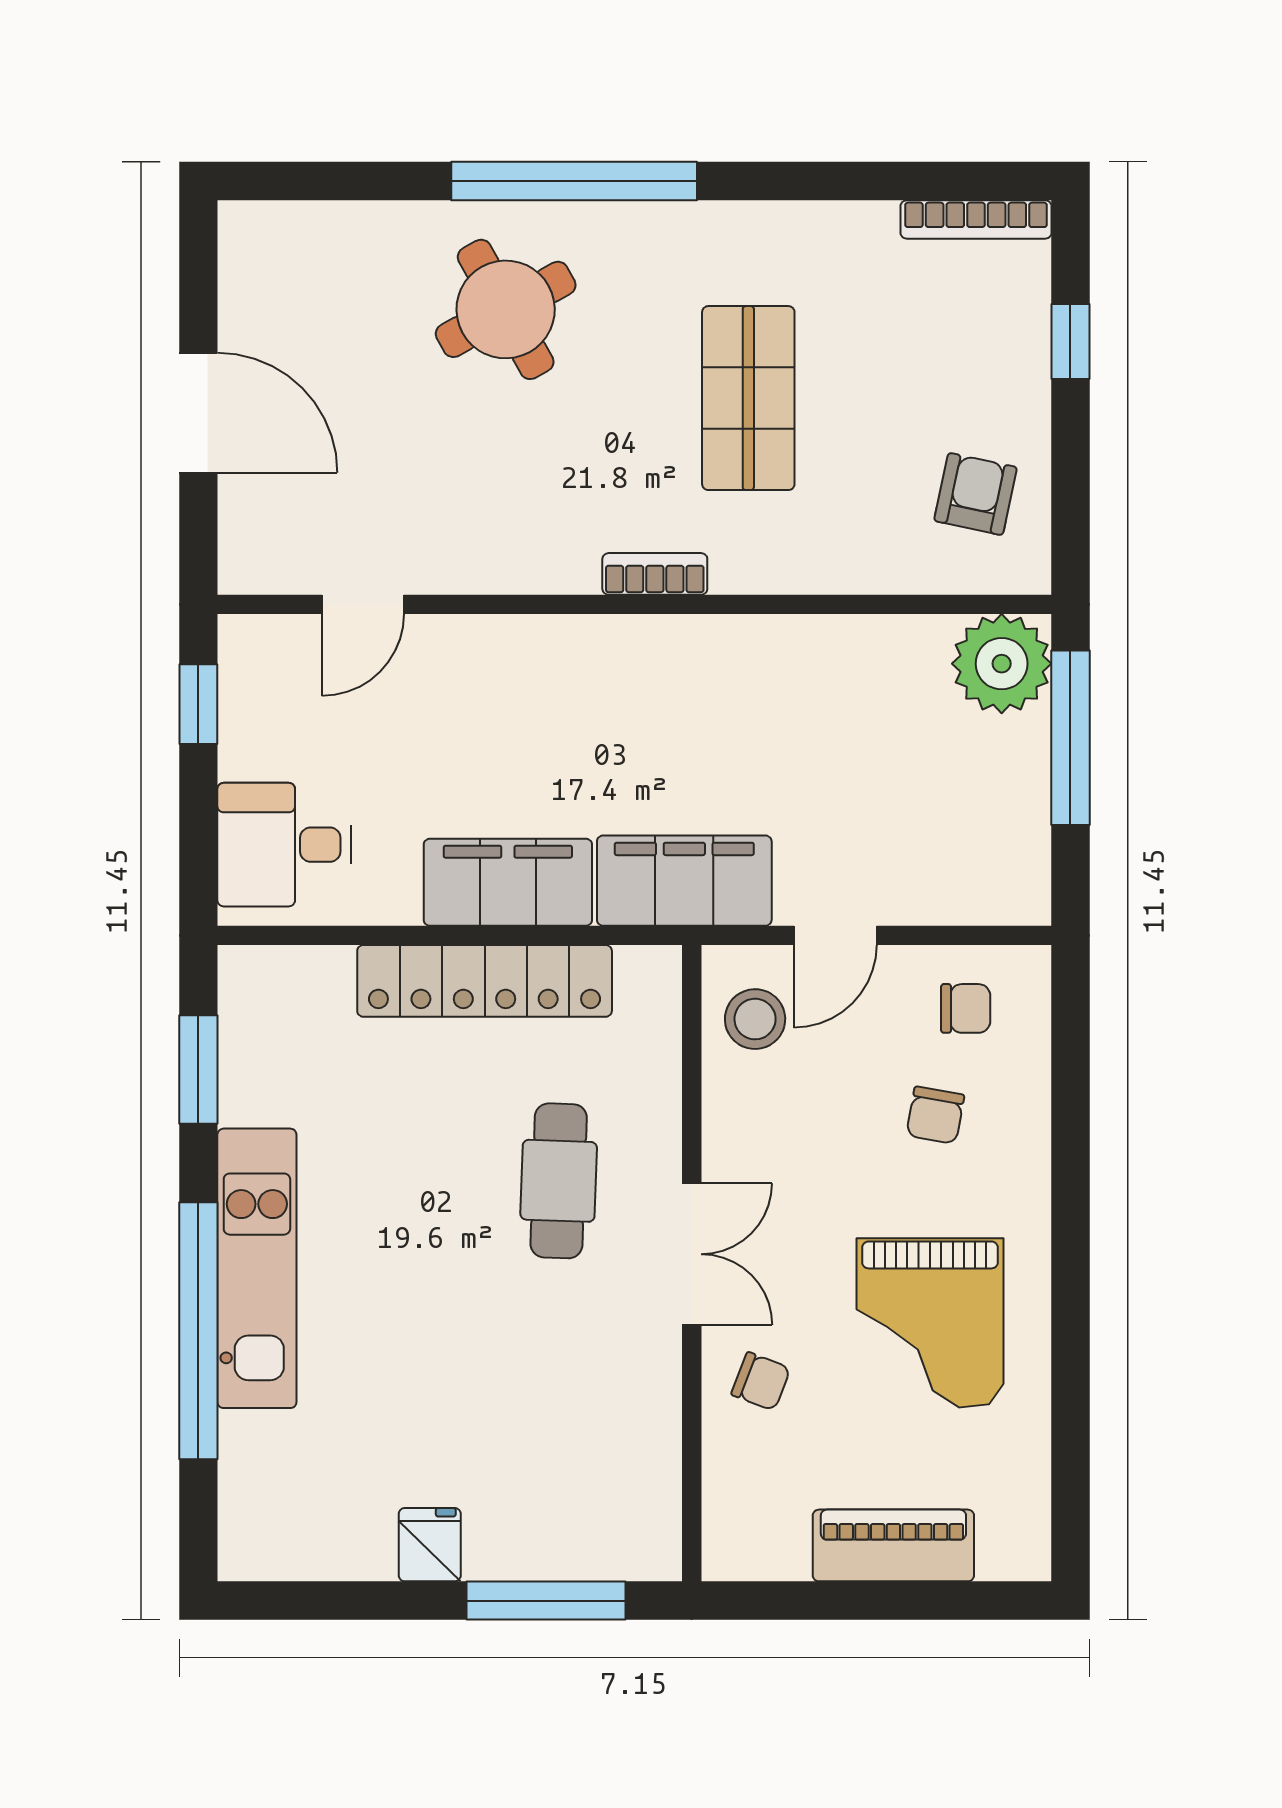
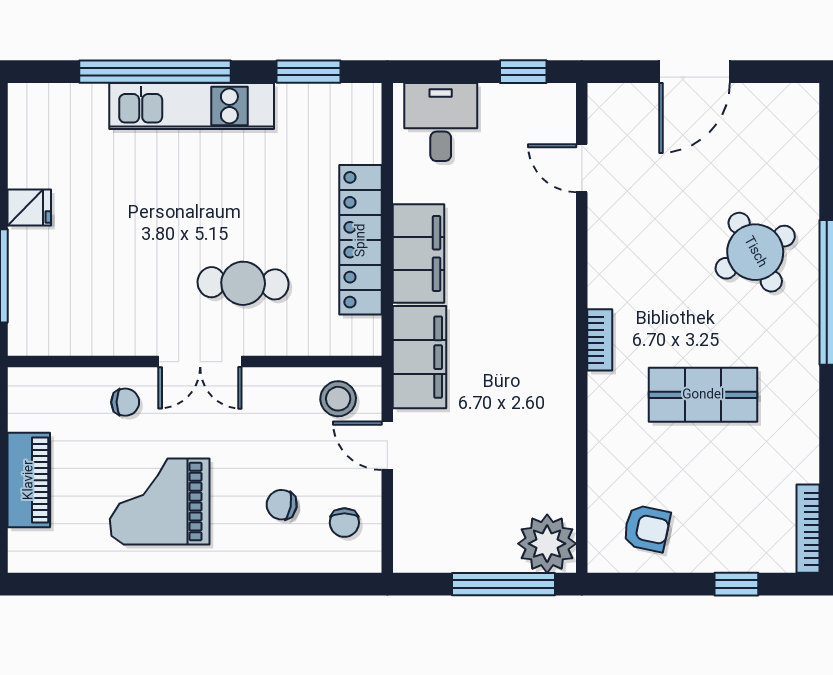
chair: (761, 1381) -> (125, 402), turned -111

